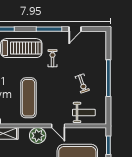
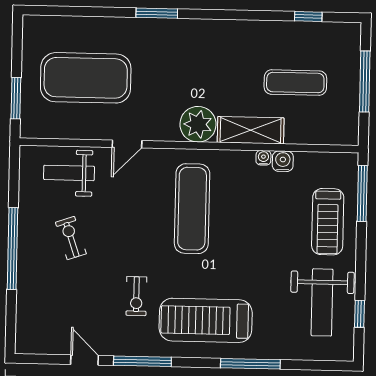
door: (75, 29) -> (85, 360), hinge flipped
door: (58, 126) -> (127, 144), swing flipped
plant: (38, 136) -> (198, 124), moved

